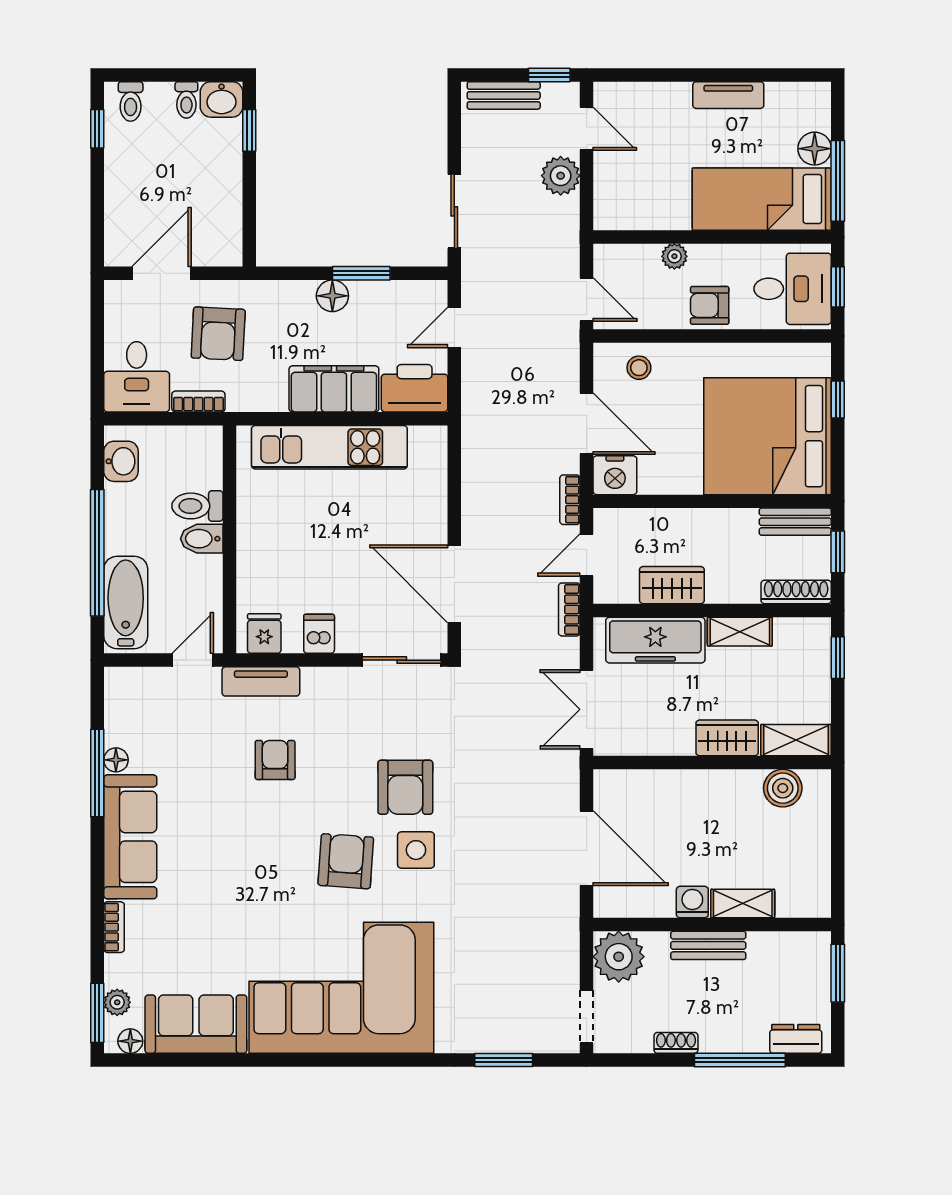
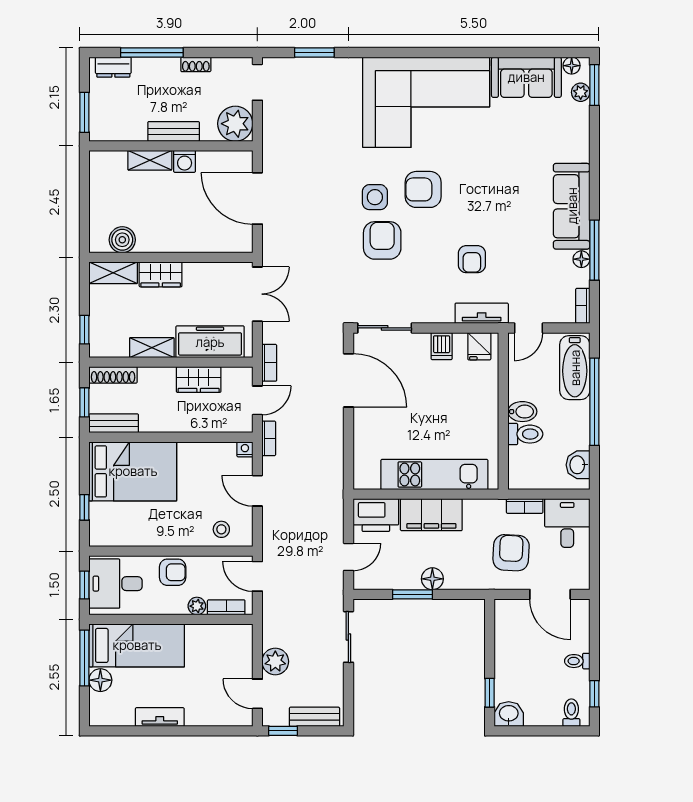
toilet: (186, 100) -> (577, 661), moved, turned -90
bookcase: (632, 254) -> (226, 607), added
door: (162, 273) -> (550, 594), hinge flipped
door: (587, 424) -> (257, 491), width x0.73
bed: (767, 436) -> (133, 471), width x0.73
nightstand: (615, 475) -> (245, 449), width x0.53, depth x0.56
armchair: (346, 861) -> (423, 189), turned 86
bookcase: (114, 927) -> (583, 306), moved

